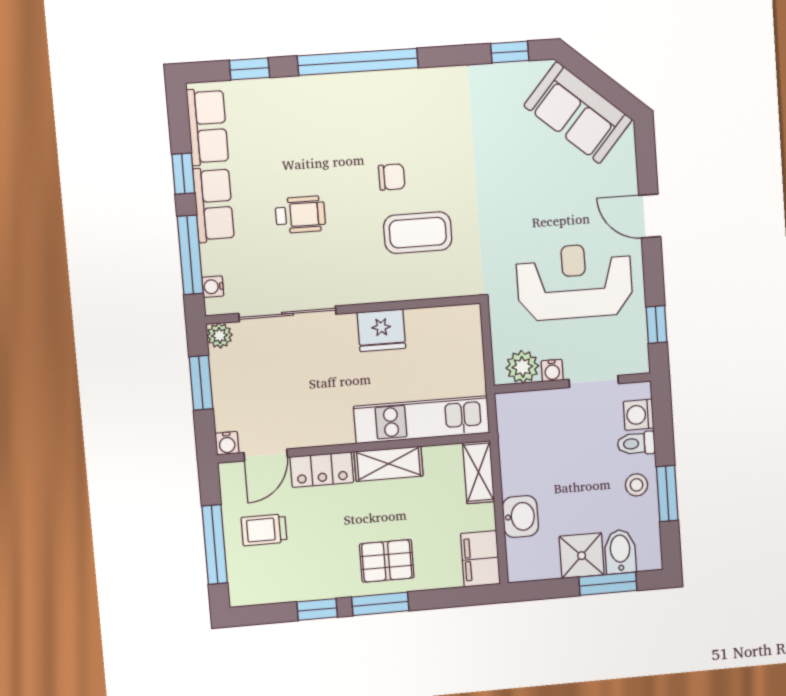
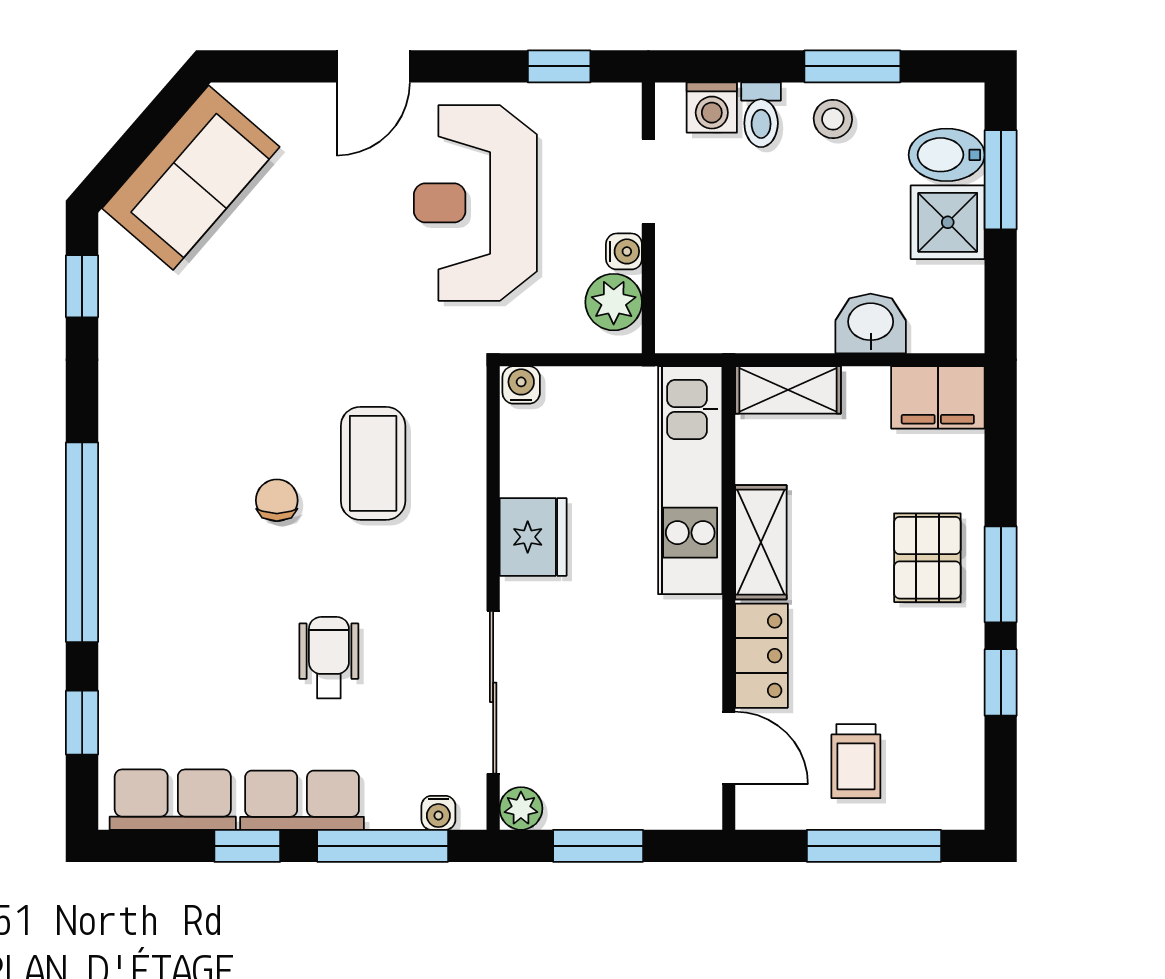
water cooler: (227, 443) -> (521, 385), moved, turned -90

